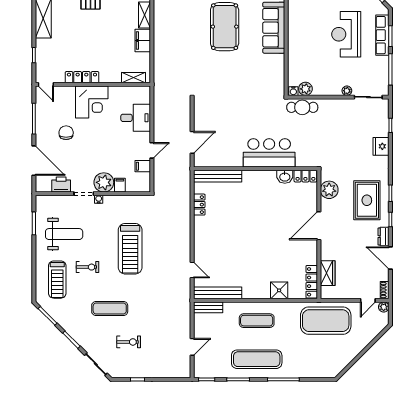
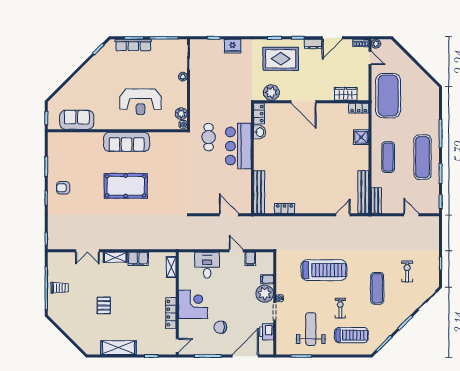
reception desk: (346, 34) -> (141, 102), moved
cafe table: (302, 107) -> (209, 137), moved
locker: (312, 282) -> (359, 108), width x0.66

